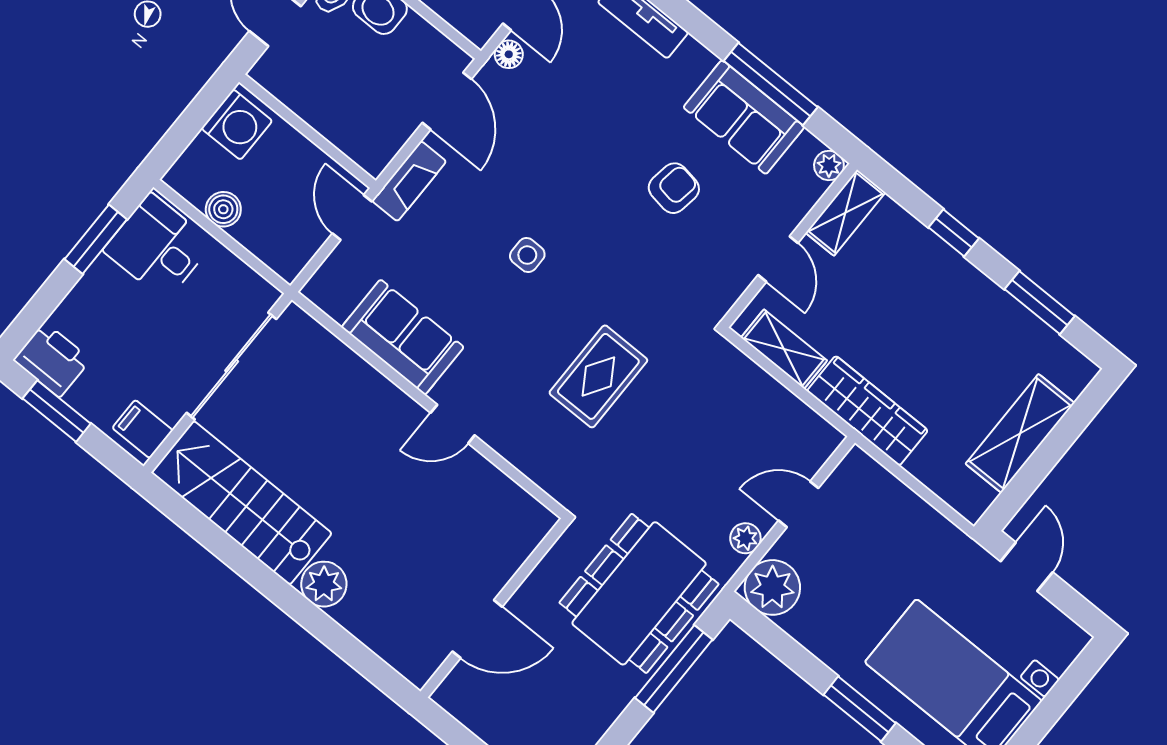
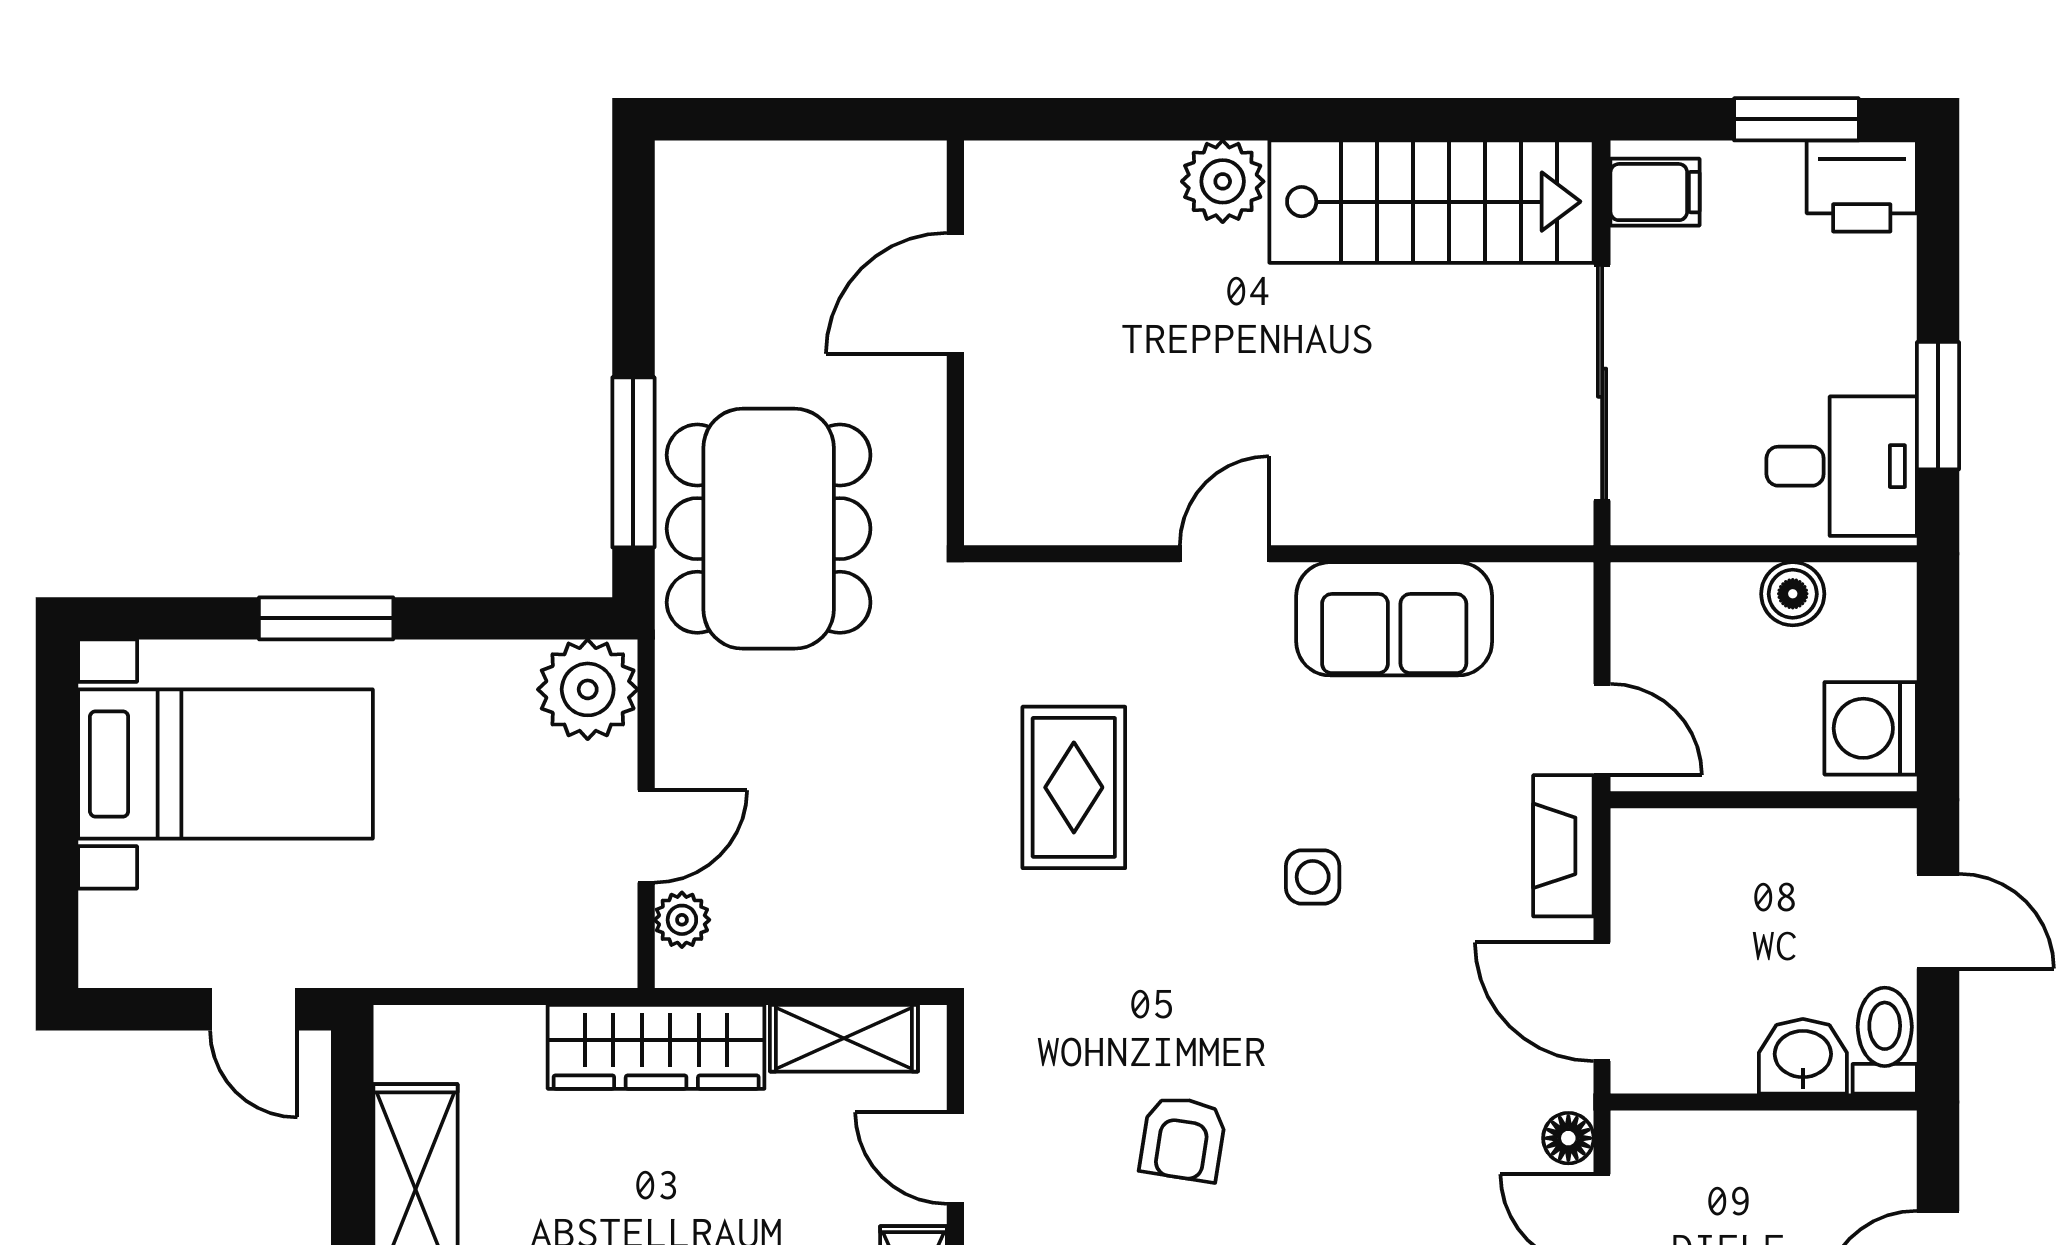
plant: (745, 538) -> (682, 920), moved

